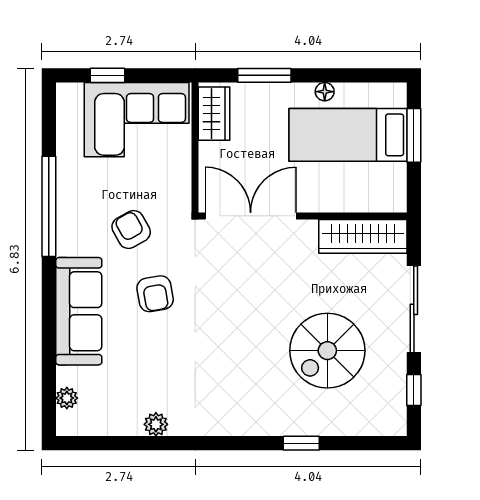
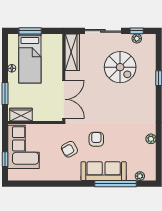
window: (49, 206) -> (116, 184), moved
double door: (251, 216) -> (64, 99), swing flipped
armchair: (155, 294) -> (96, 139), turned -80
plant: (396, 391) -> (137, 39), added

